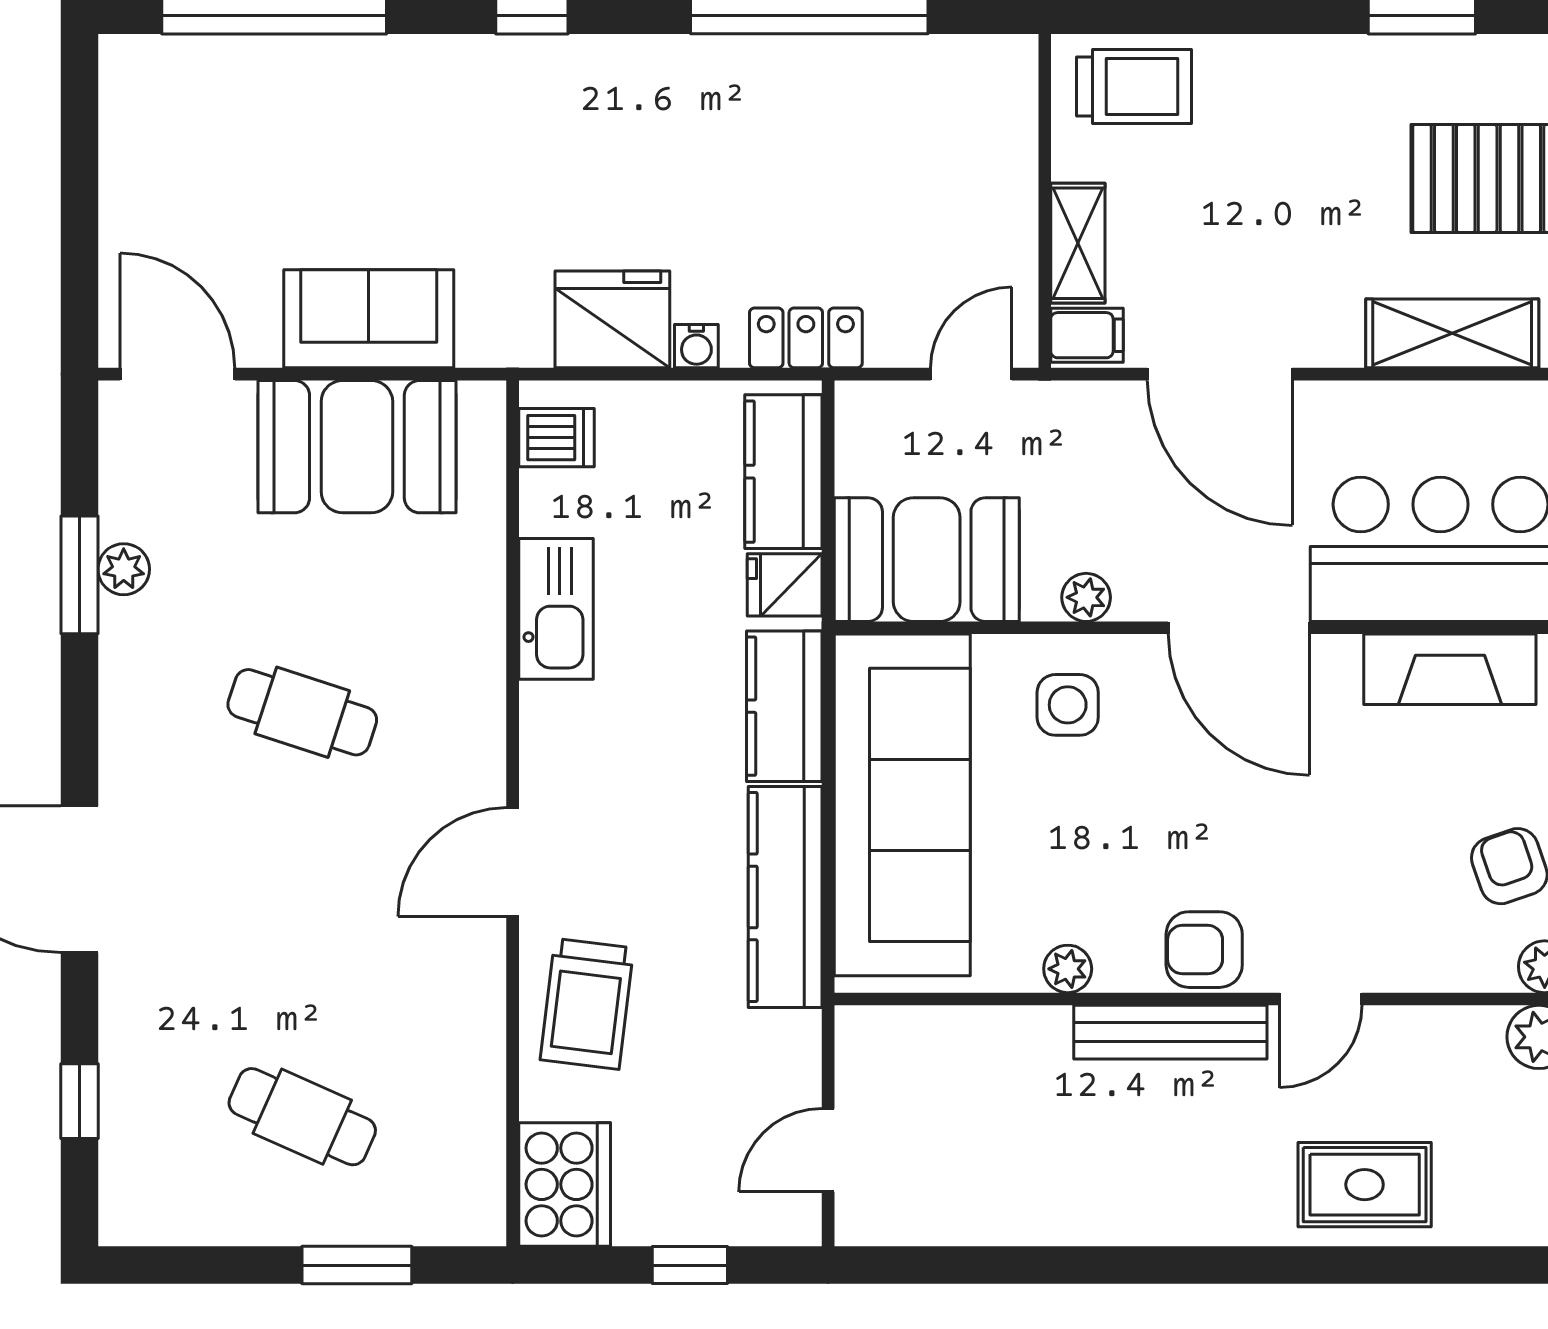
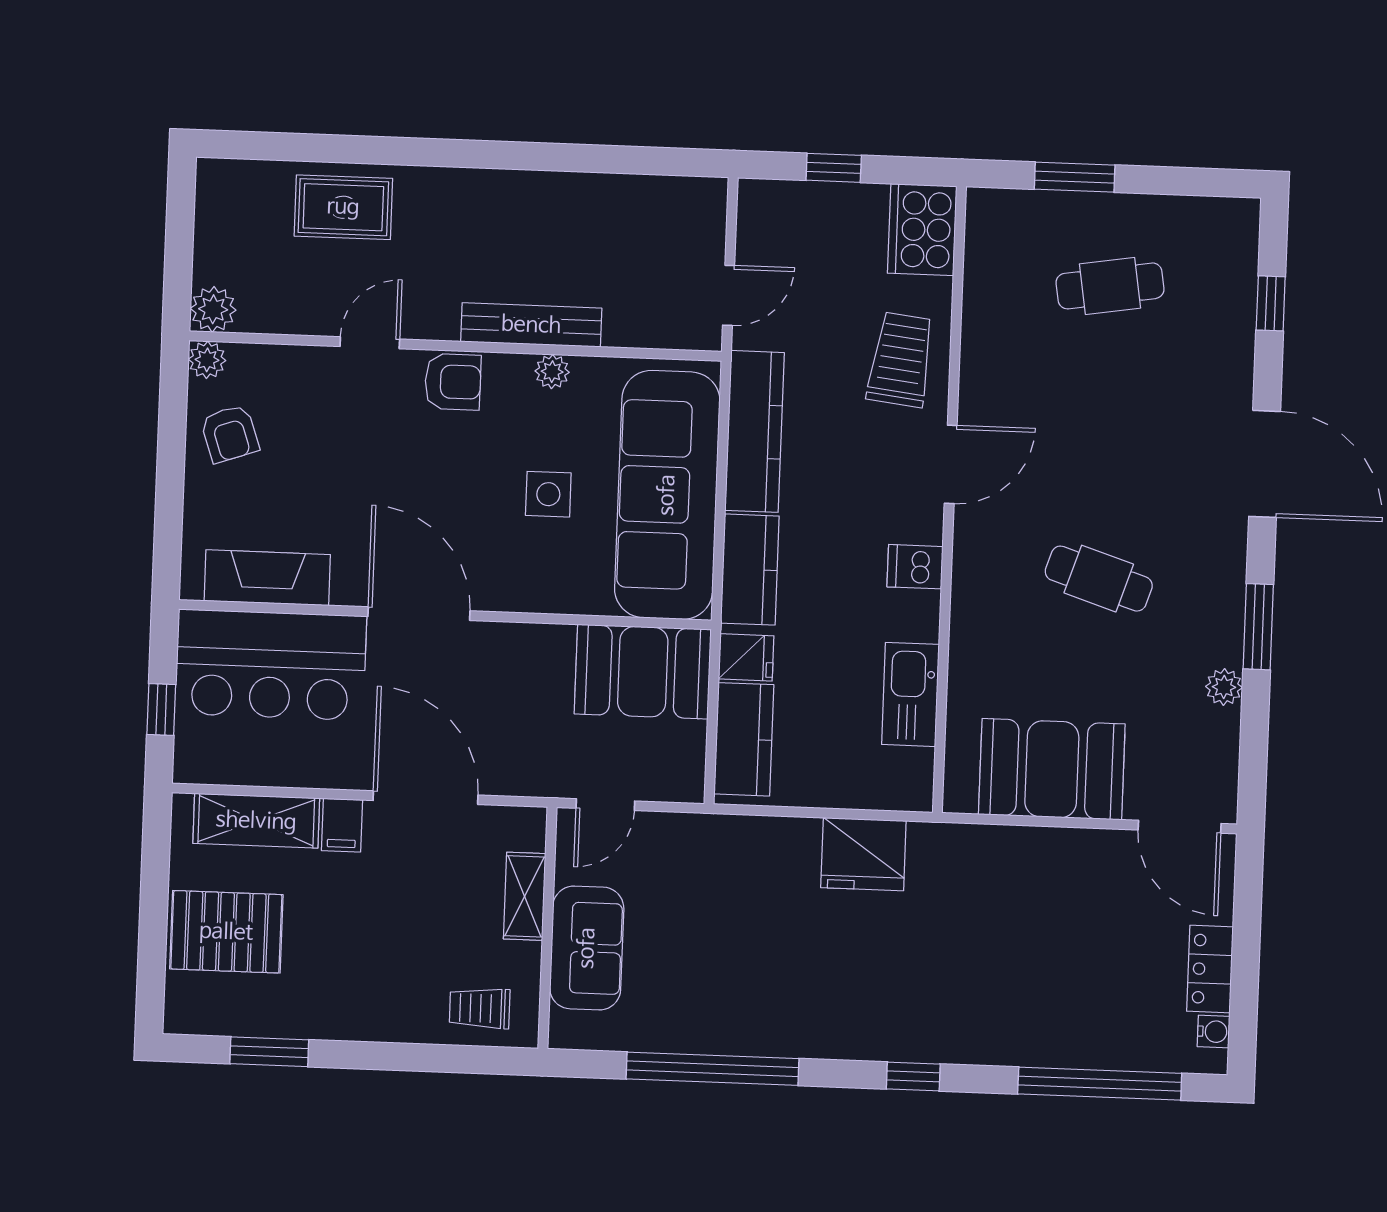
trolley: (1134, 86) -> (480, 1008), width x0.73, depth x0.72
sofa: (369, 319) -> (587, 948), moved, turned -90
filing cabinet: (1087, 335) -> (342, 825), moved, turned -90
locker: (806, 338) -> (1210, 969), moved, turned 90
water cooler: (696, 346) -> (1214, 1032), moved, turned 90
dishwasher: (557, 438) -> (915, 567), moved
window: (80, 575) -> (1258, 627), moved
plant: (1086, 597) -> (528, 640), removed
kitchen sink: (556, 609) -> (910, 694), moved
side table: (1068, 705) -> (548, 494), moved
bench: (1170, 1032) -> (531, 325), moved
cafe table: (302, 1117) -> (1110, 286), turned -33
door: (828, 1150) -> (729, 295), moved

